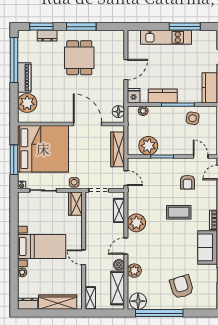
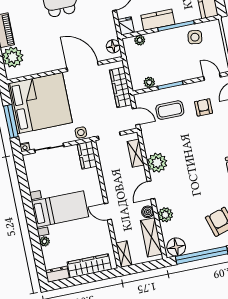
plant: (148, 146) -> (149, 82), width x0.53, depth x0.53
armchair: (188, 182) -> (204, 107), turned 180
coffee table: (179, 212) -> (170, 110), moved

